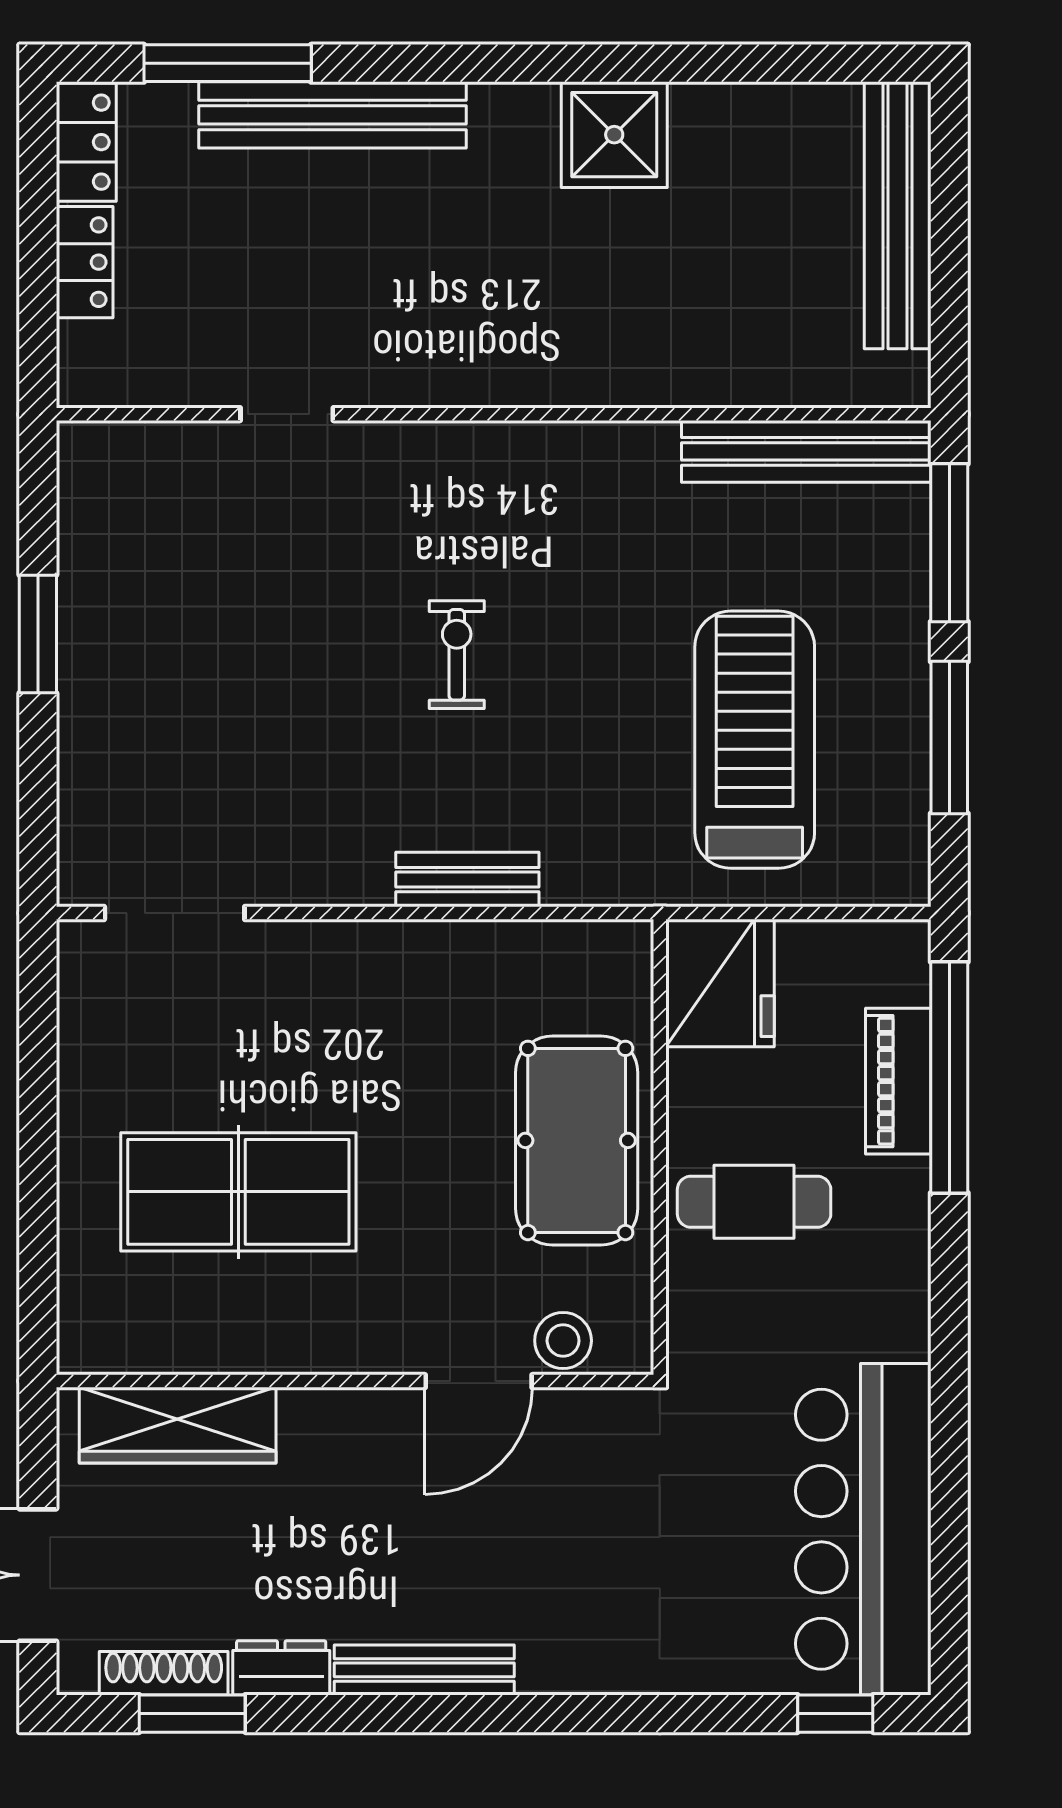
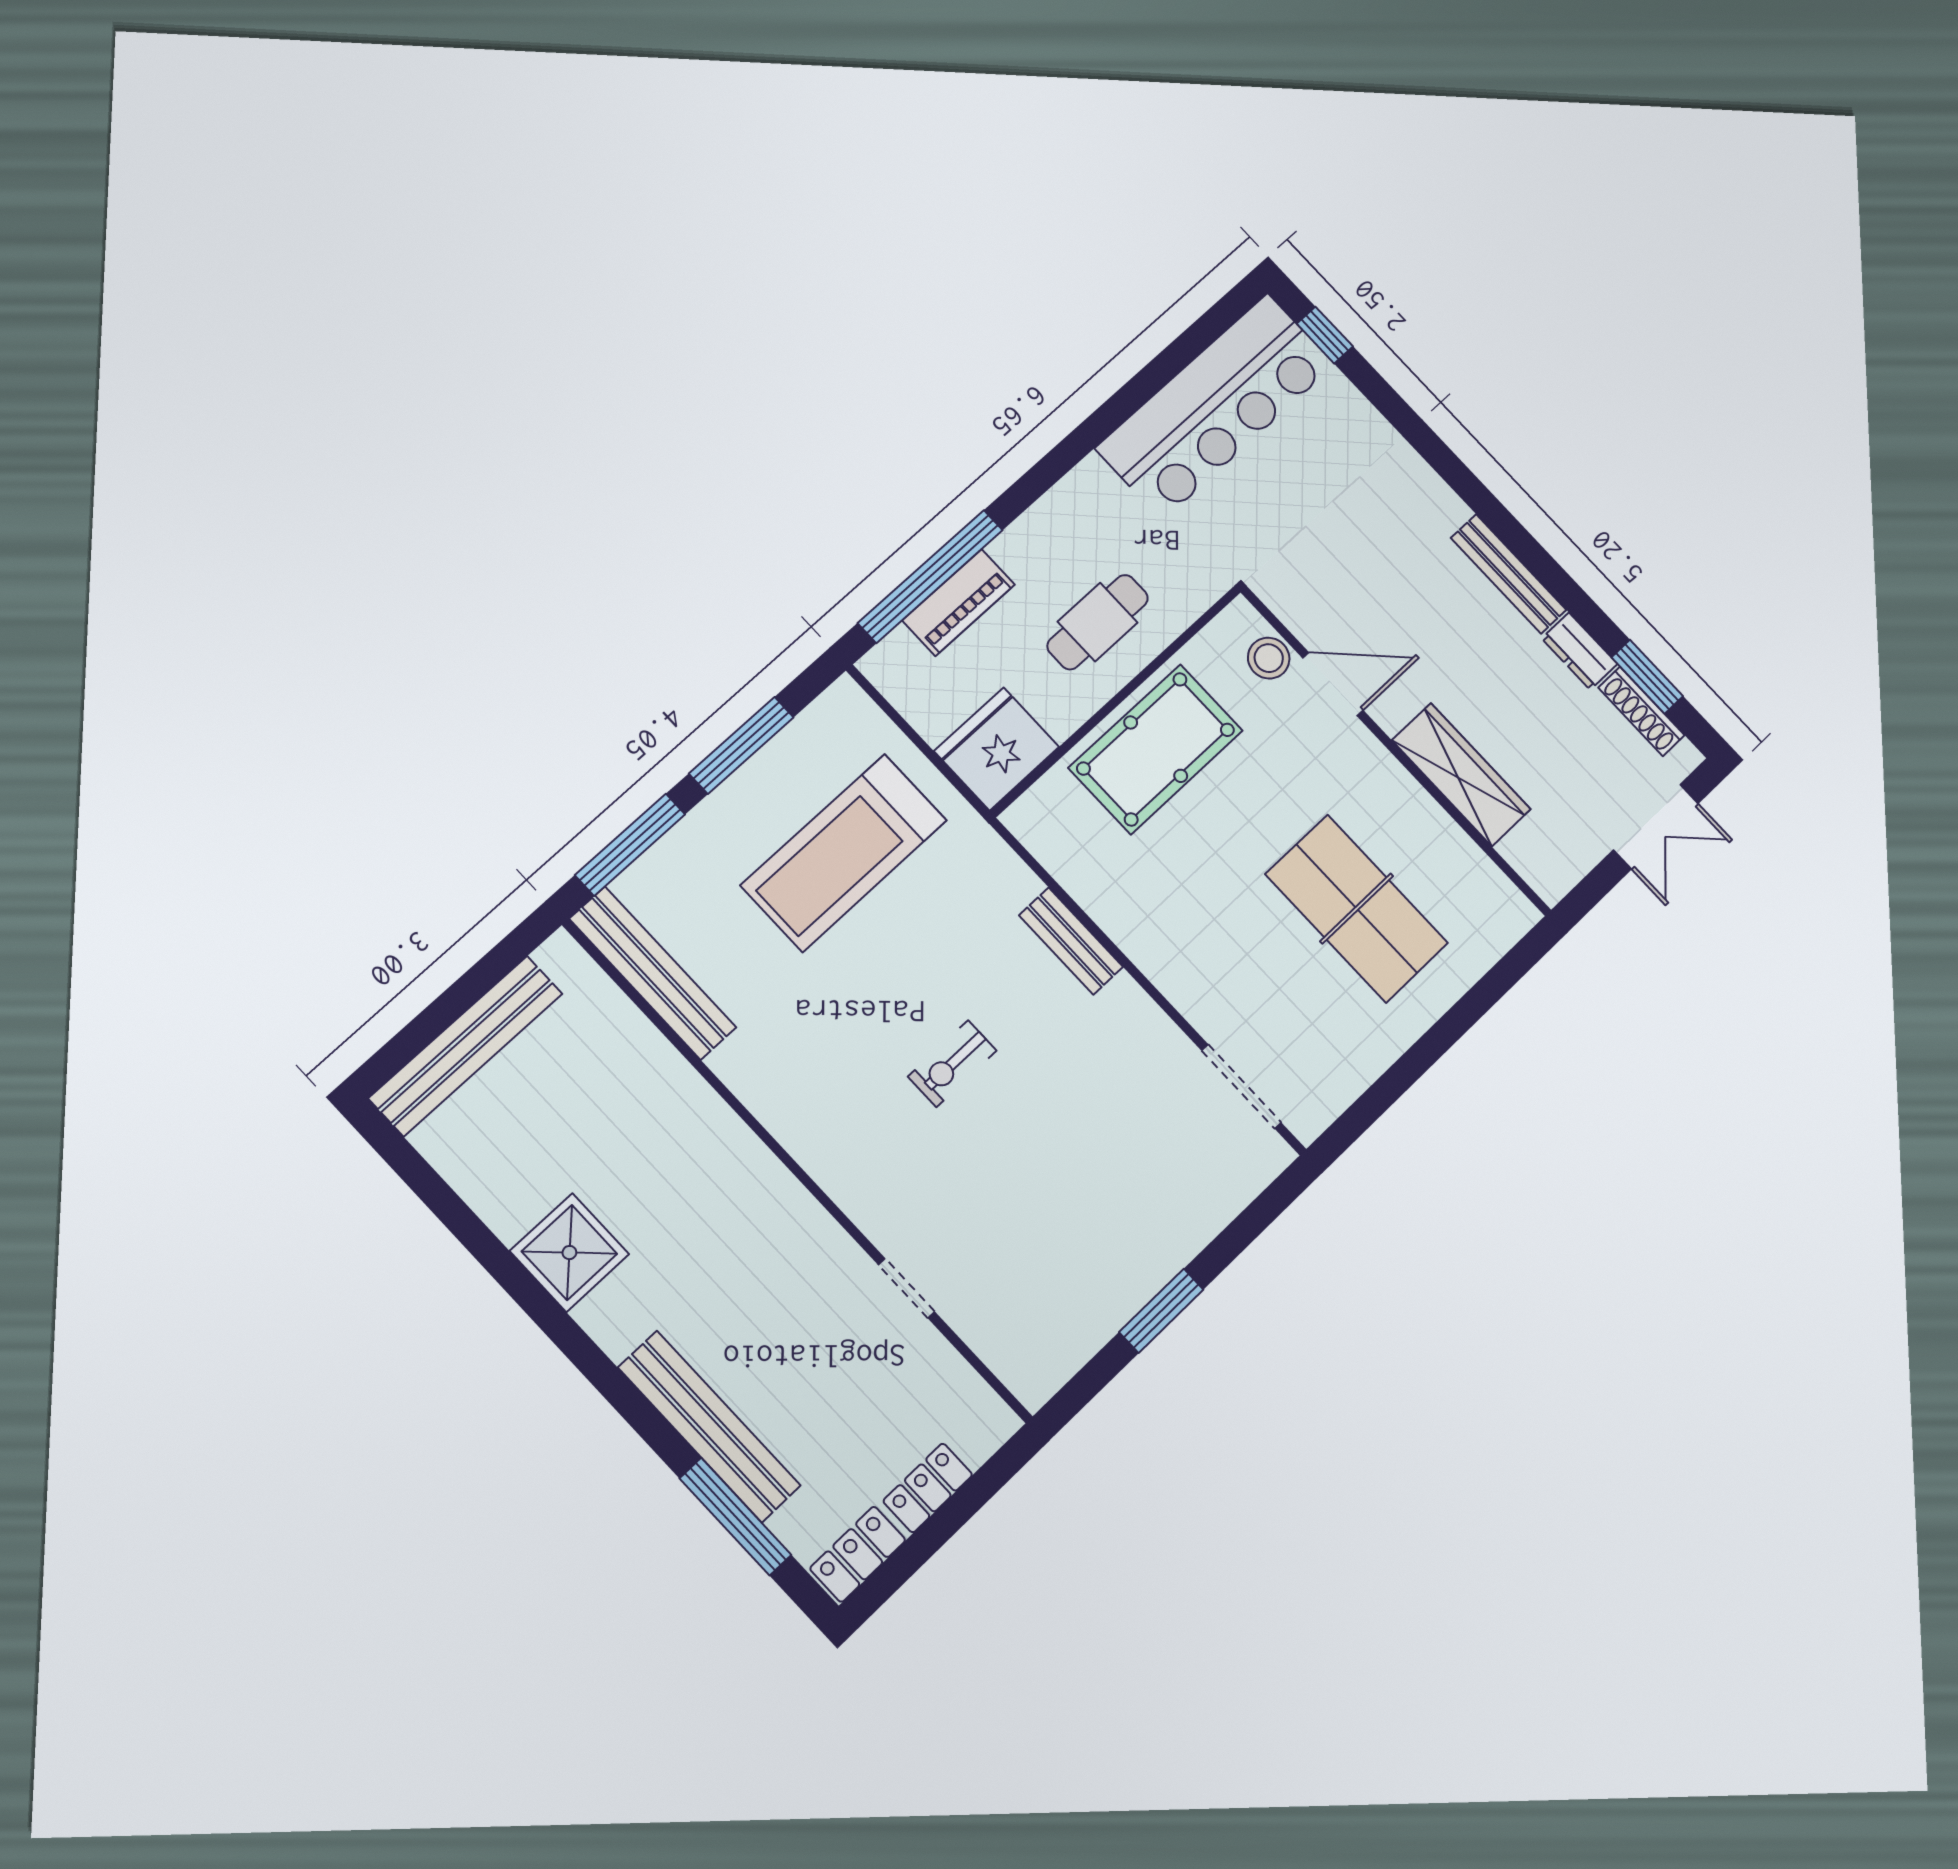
cafe table: (754, 1202) -> (1098, 622), turned 90
wardrobe: (178, 1425) -> (1461, 775), moved

